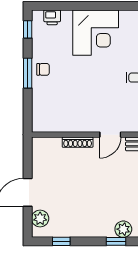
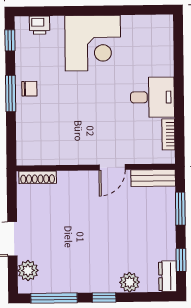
shoe rack: (78, 142) -> (38, 177), moved
window: (61, 241) -> (54, 298), width x2.17
window: (116, 241) -> (104, 297), moved

